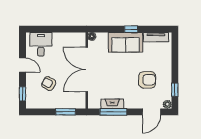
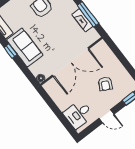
door: (23, 65) -> (107, 116), swing flipped
window: (66, 112) -> (118, 53), removed

